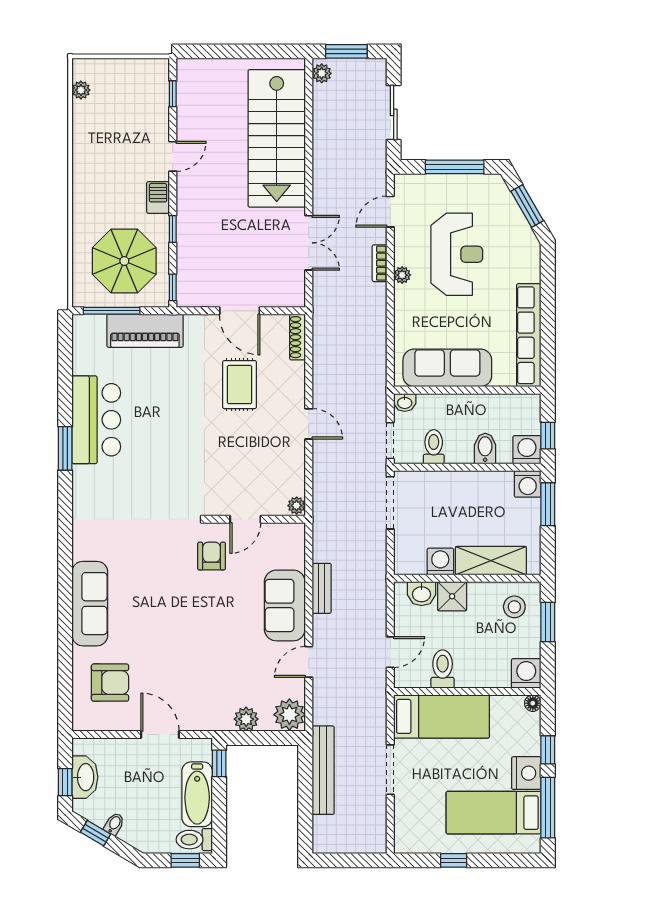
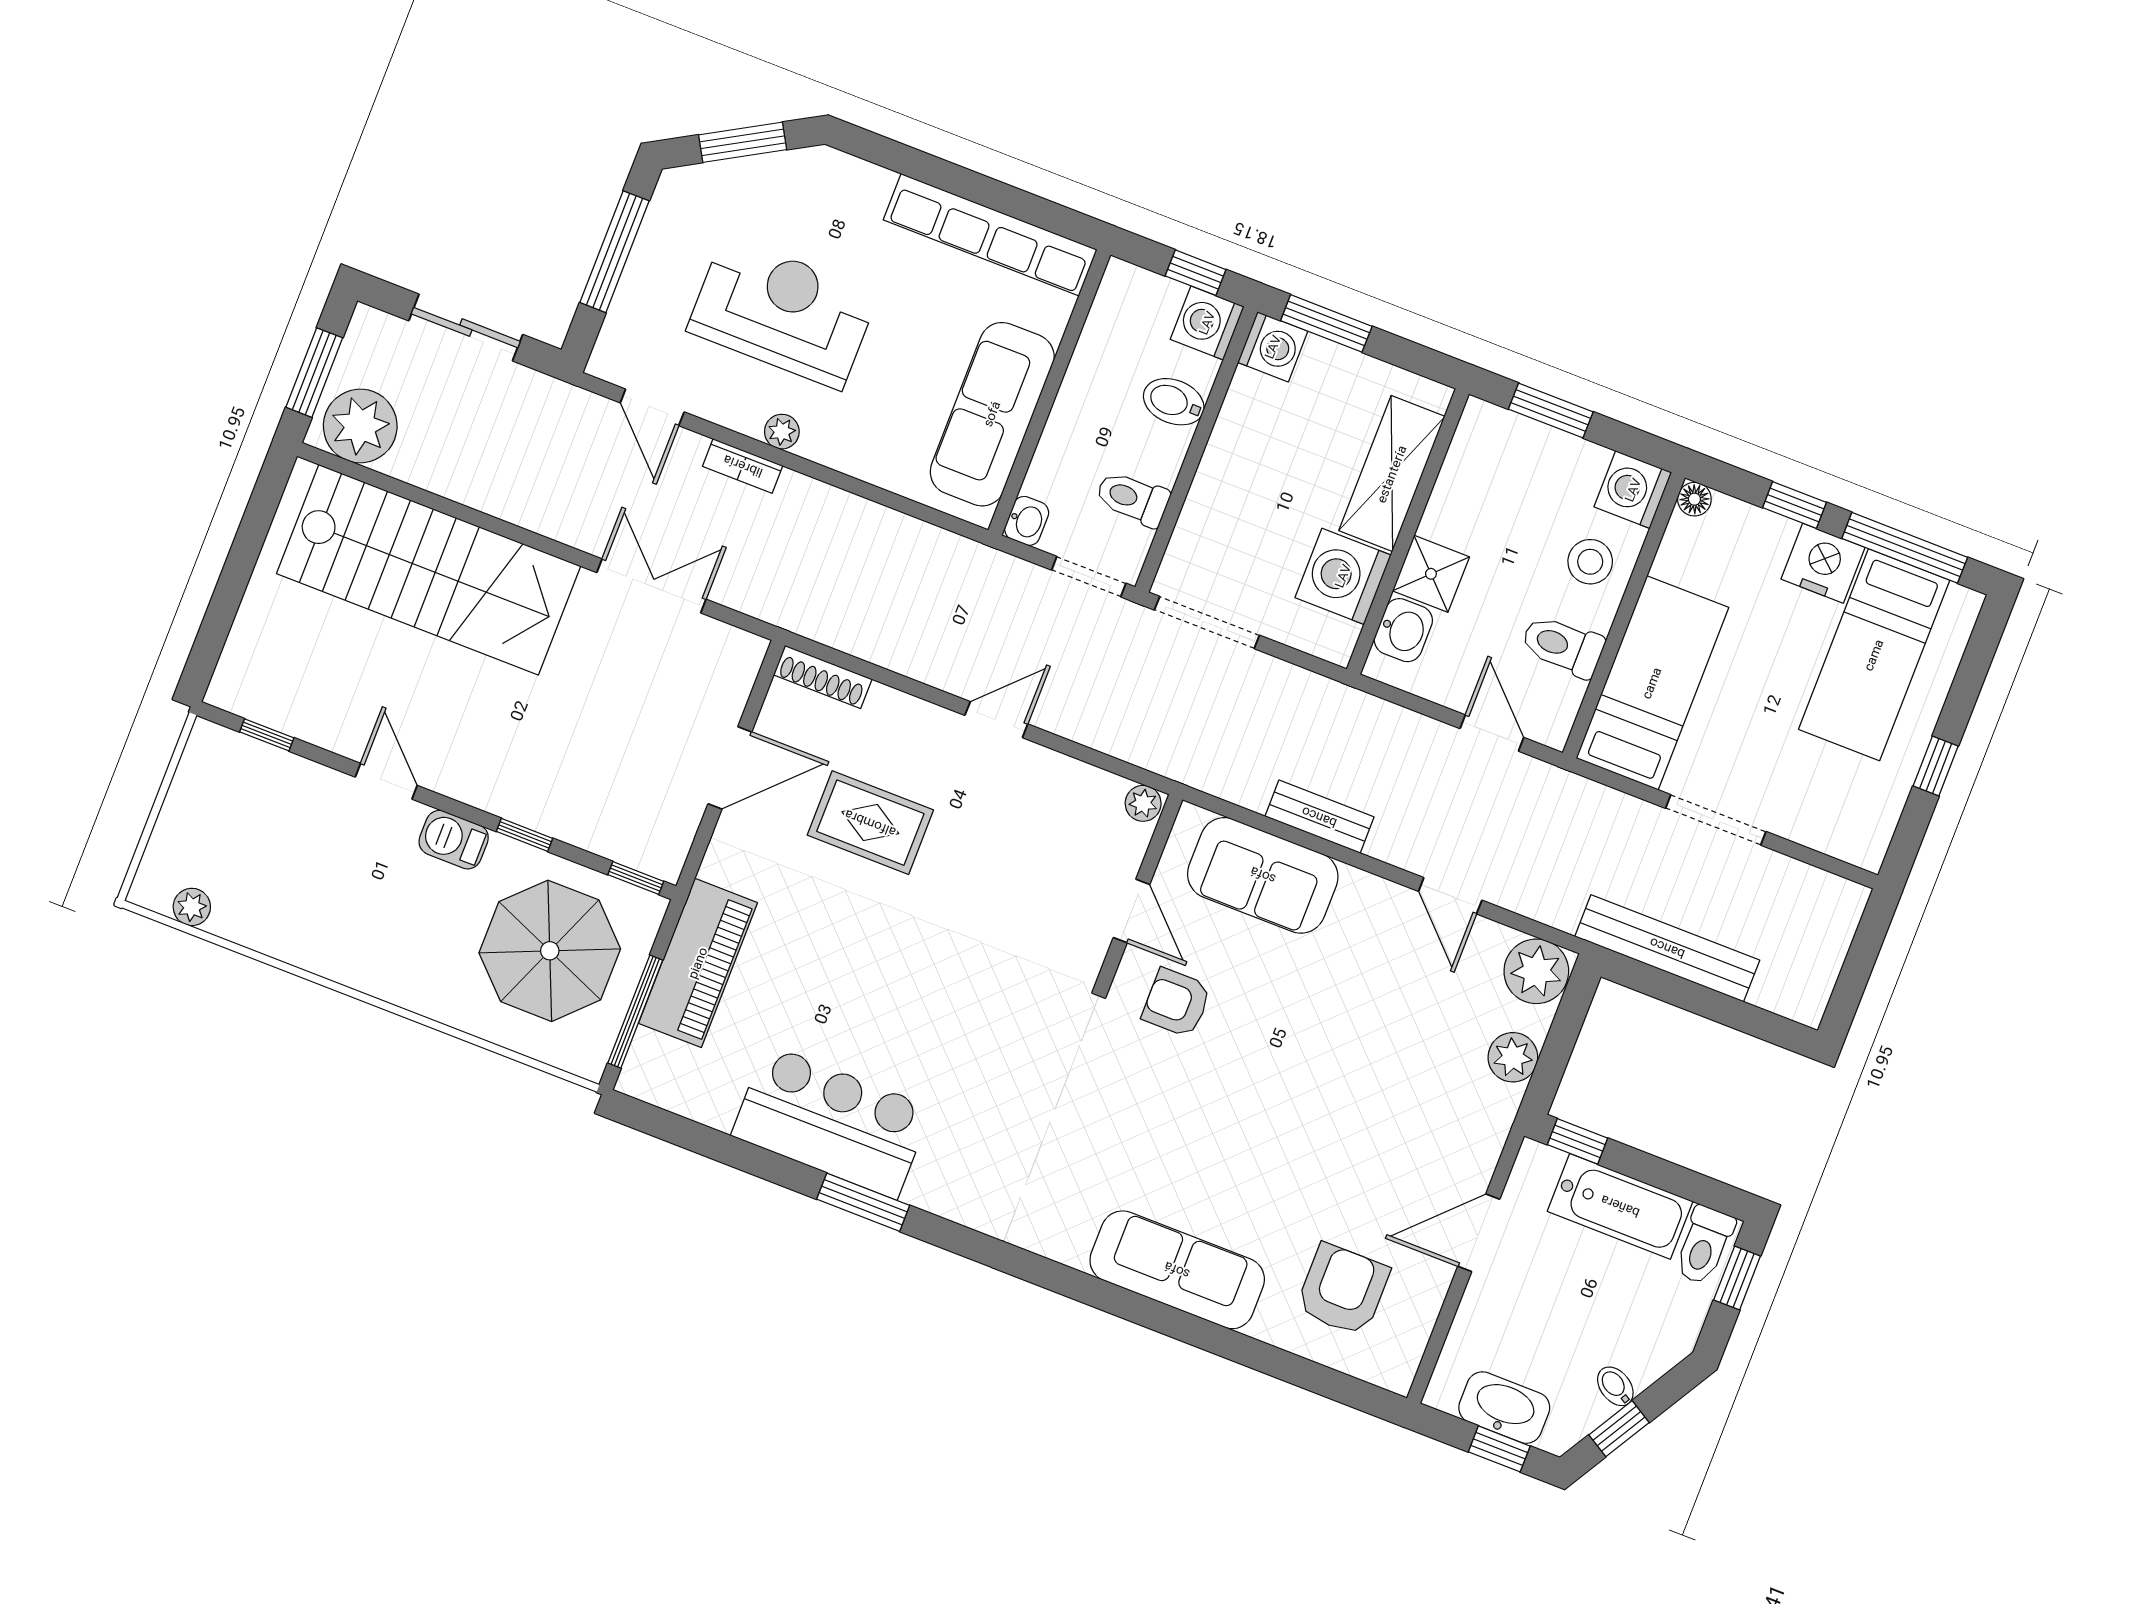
plant: (322, 73) -> (360, 426), width x1.87, depth x1.87
washing machine: (440, 562) -> (1343, 576), width x1.37, depth x1.37
sofa: (285, 605) -> (1263, 875), moved
stool: (514, 607) -> (1590, 562), moved

